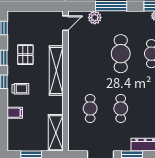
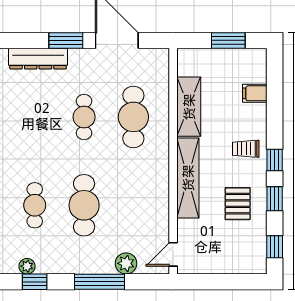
cafe table: (90, 108) -> (133, 117), width x1.37, depth x1.35
filing cabinet: (15, 113) -> (255, 93), moved
shelving: (56, 133) -> (189, 107), moved

